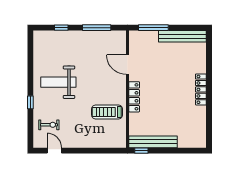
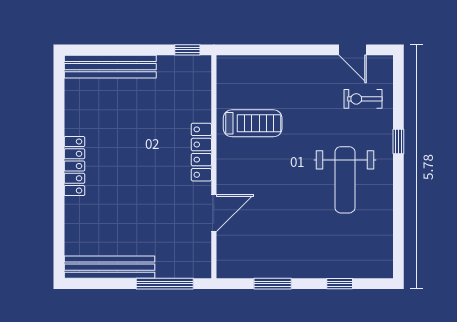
window: (97, 28) -> (273, 284), width x0.69
door: (127, 65) -> (214, 213), hinge flipped
weight bench: (58, 82) -> (345, 180), turned 90
bench: (153, 142) -> (110, 67), moved

